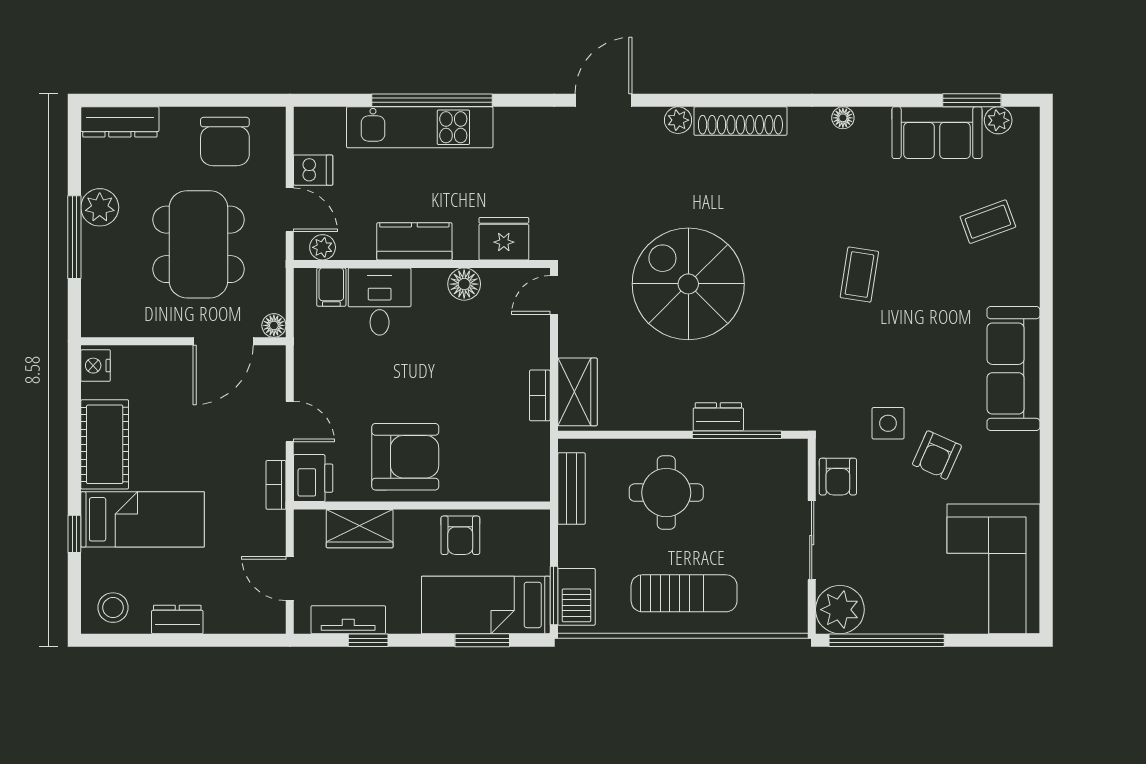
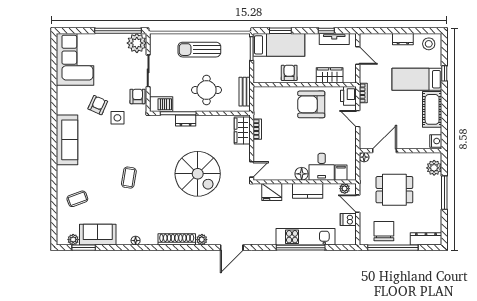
window: (202, 100) -> (393, 248), added
plant: (100, 207) -> (434, 168), moved
dining table: (198, 244) -> (394, 190), width x0.73
floor lamp: (464, 284) -> (302, 174), moved
barbecue: (576, 597) -> (161, 104), moved, turned 90

